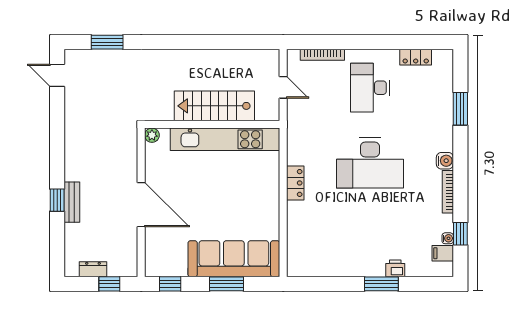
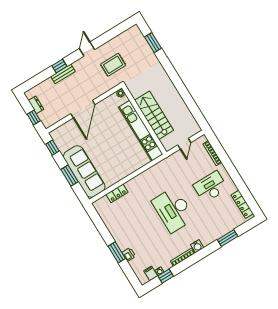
locker: (416, 57) -> (242, 204), width x1.53
door: (57, 75) -> (87, 49), moved
rug: (104, 120) -> (113, 65), added
locker: (295, 183) -> (117, 193), moved

